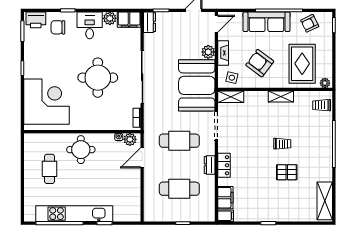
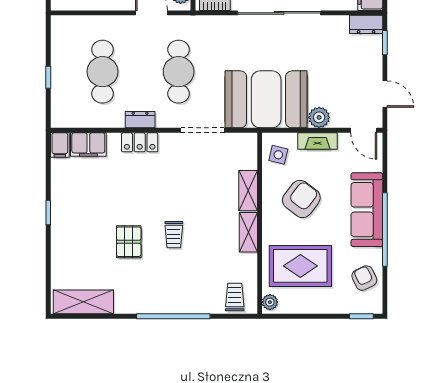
shelving: (231, 97) -> (248, 191), moved

